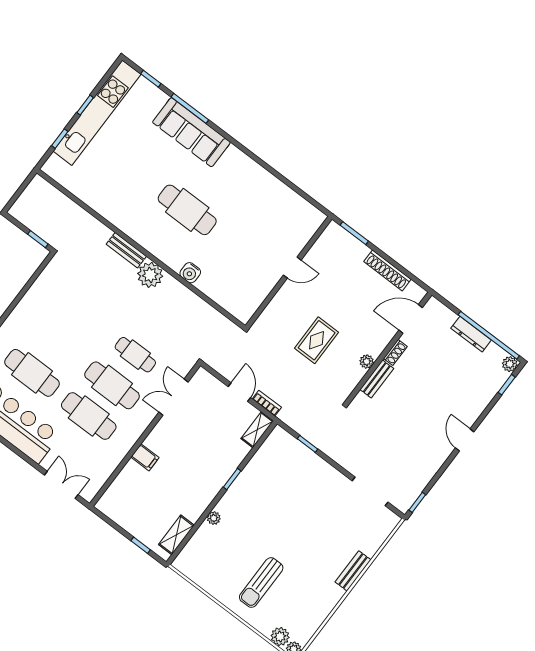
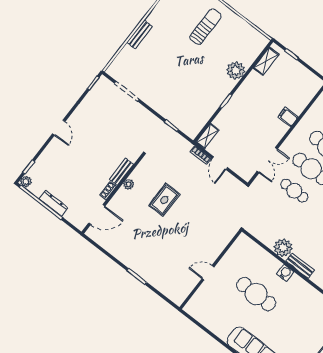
door: (292, 268) -> (208, 273), moved
shoe rack: (387, 270) -> (113, 249), removed
wall: (289, 272) -> (211, 269), moved
water cooler: (190, 273) -> (285, 273), moved
plant: (214, 518) -> (236, 71), width x1.88, depth x1.88

